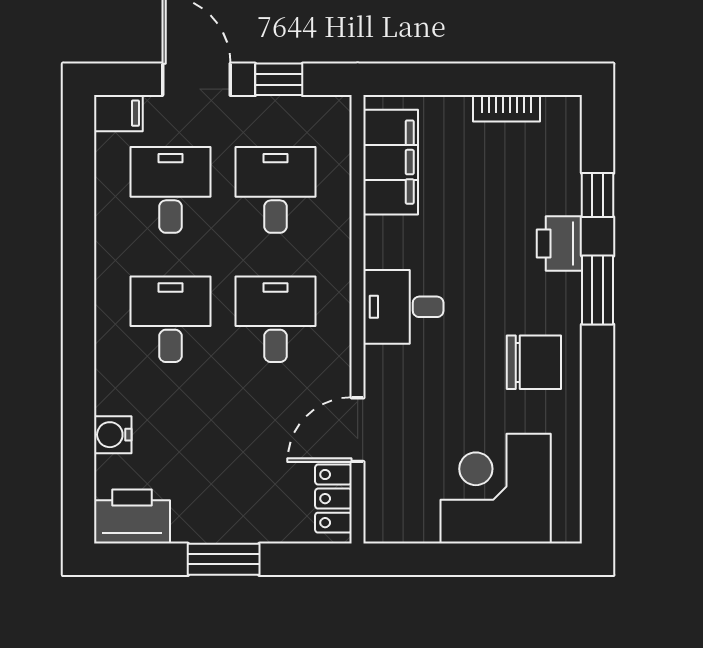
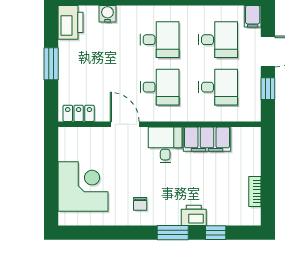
filing cabinet: (391, 162) -> (207, 139), moved
chair: (534, 362) -> (140, 204), width x0.54, depth x0.54
door: (358, 430) -> (125, 124), moved

